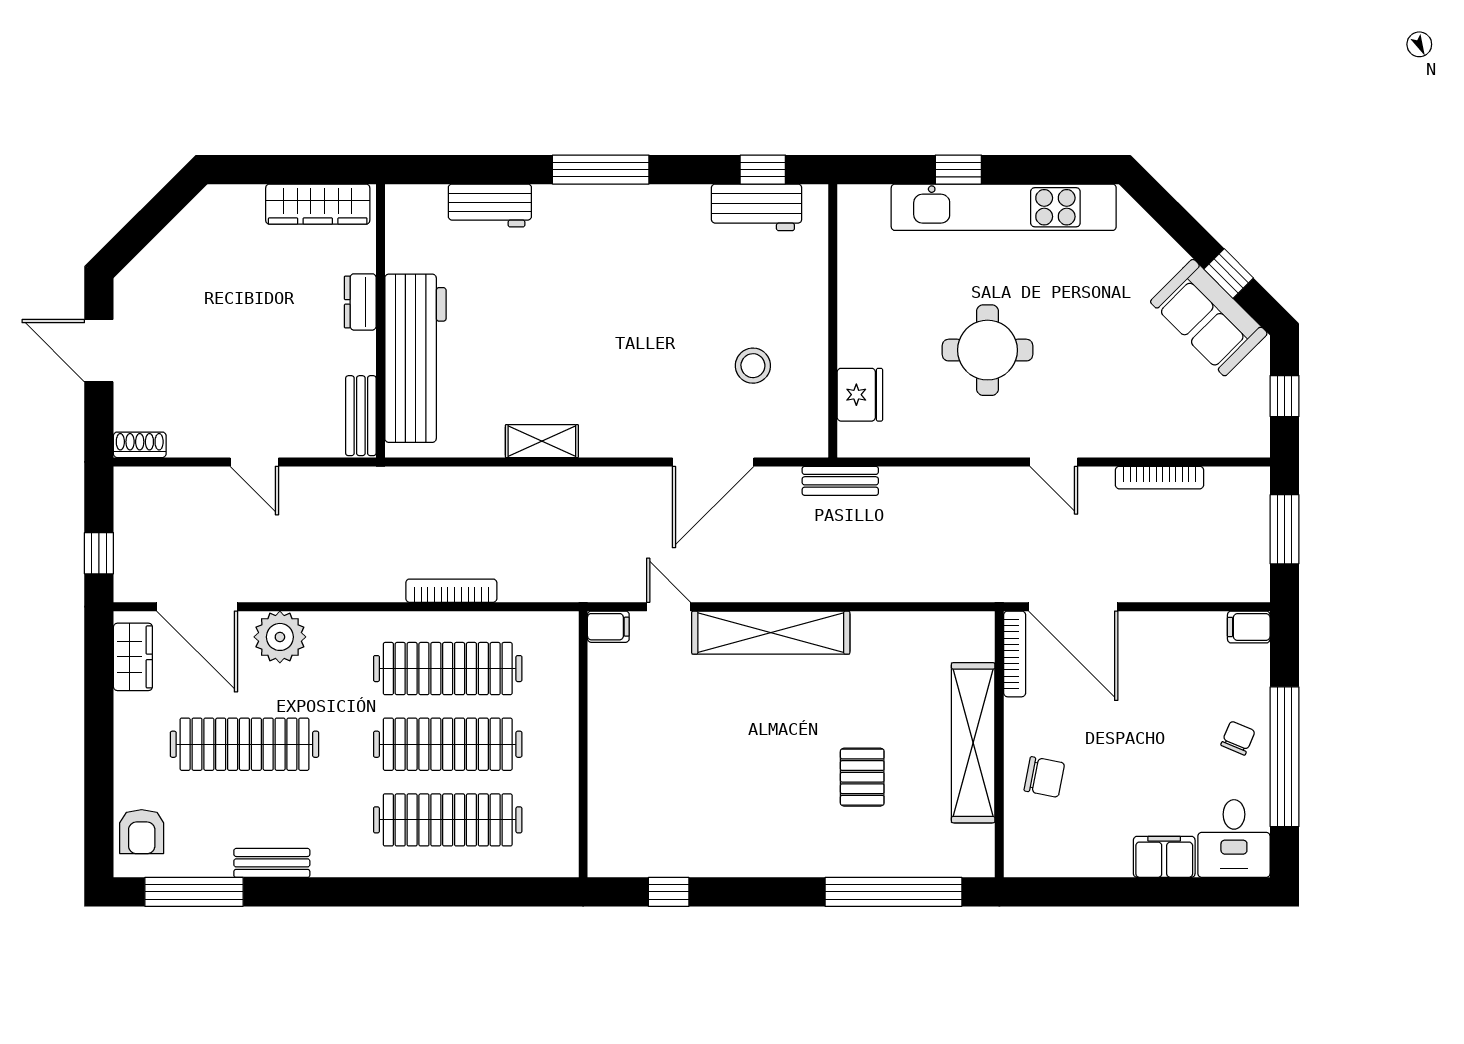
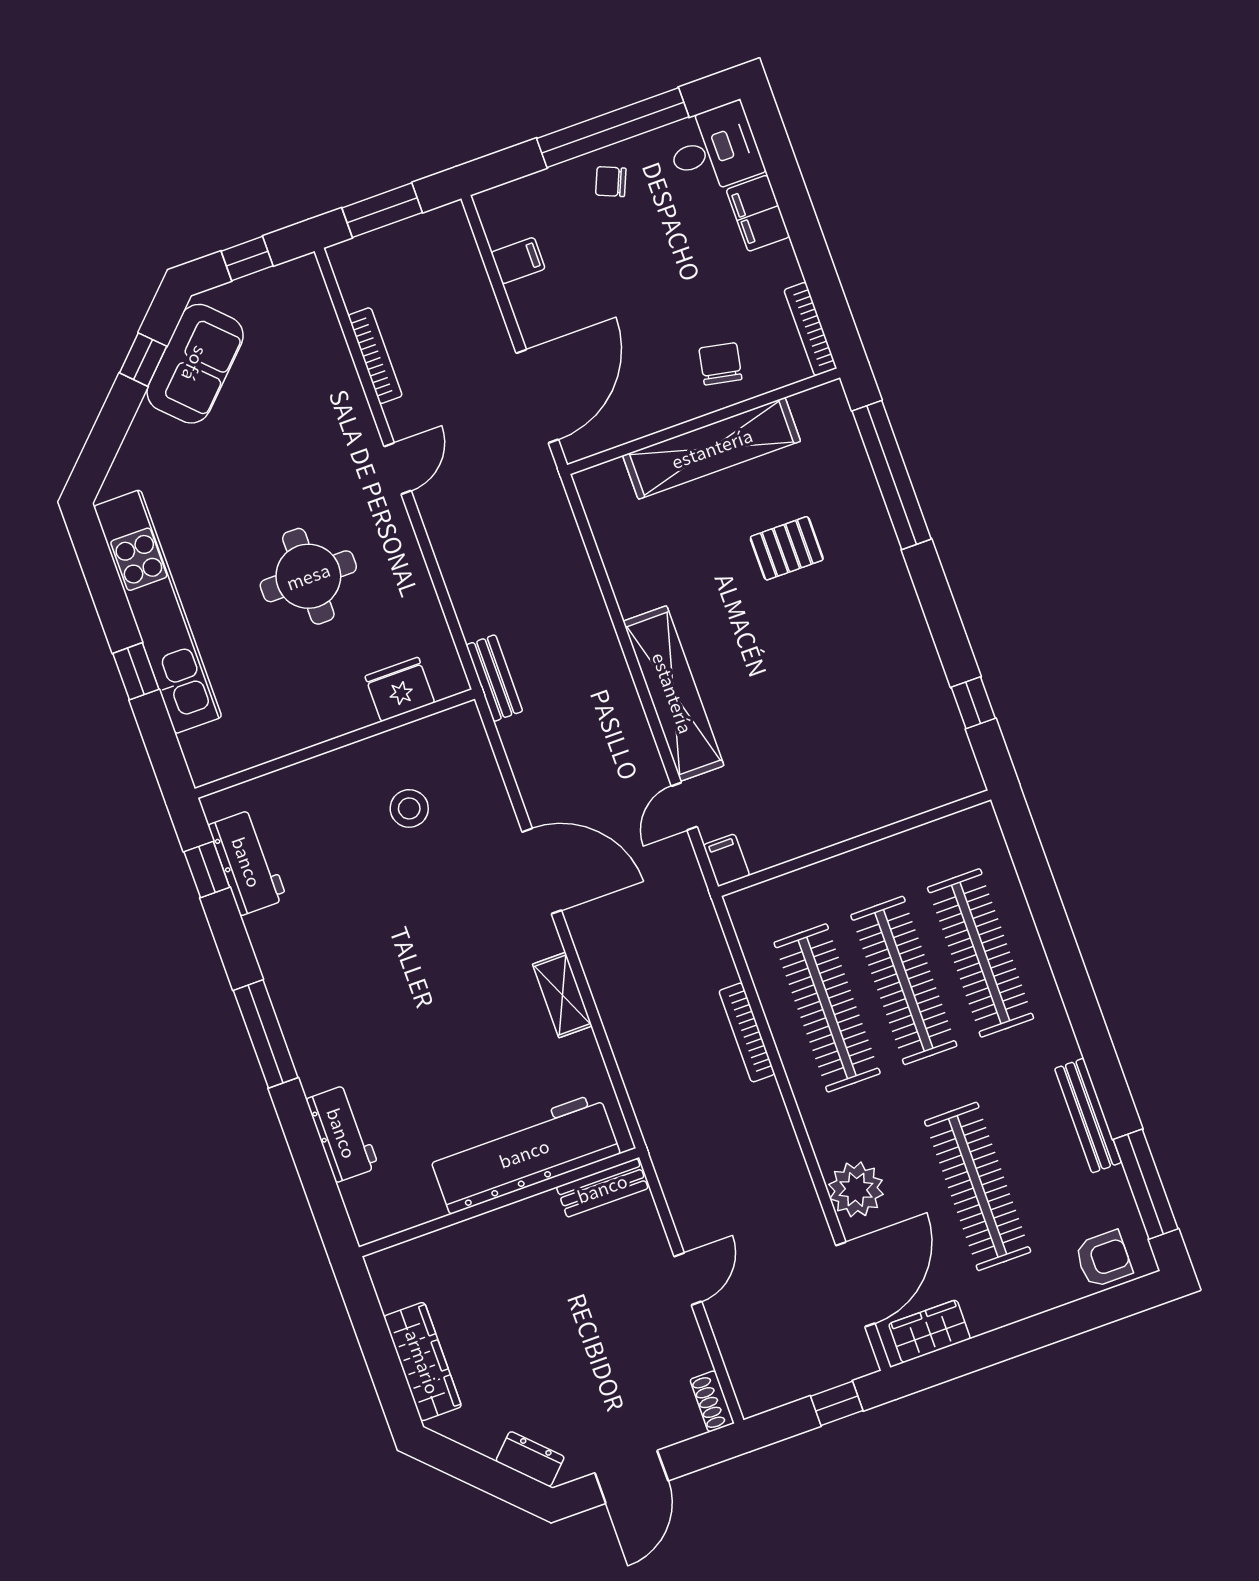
wardrobe: (318, 204) -> (423, 1362), moved
dresser: (360, 302) -> (530, 1459), moved, turned -135
door: (713, 462) -> (542, 871), moved
filing cabinet: (1249, 627) -> (518, 261), moved, turned -90
bookcase: (1015, 654) -> (810, 329), moved, turned -90
bench: (272, 863) -> (1088, 1116), width x1.36

